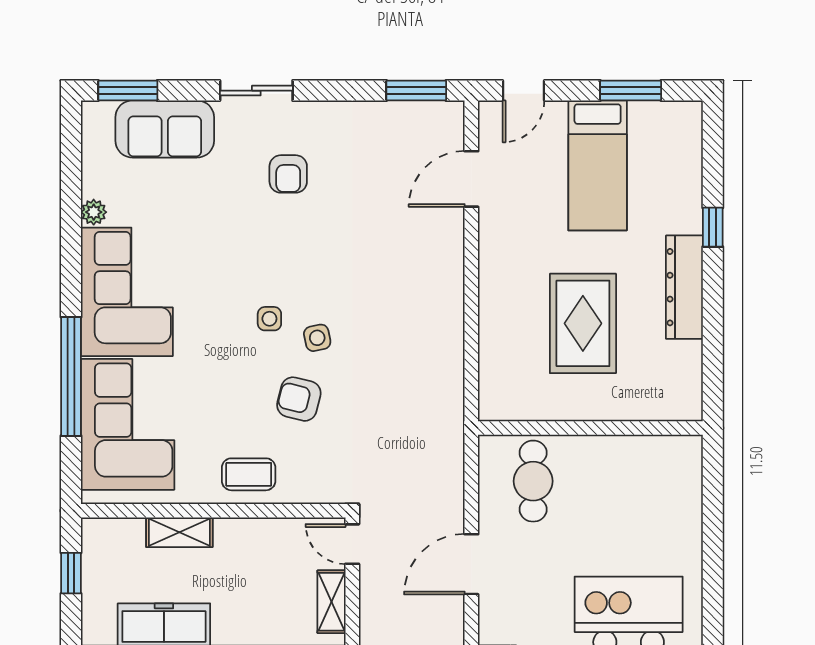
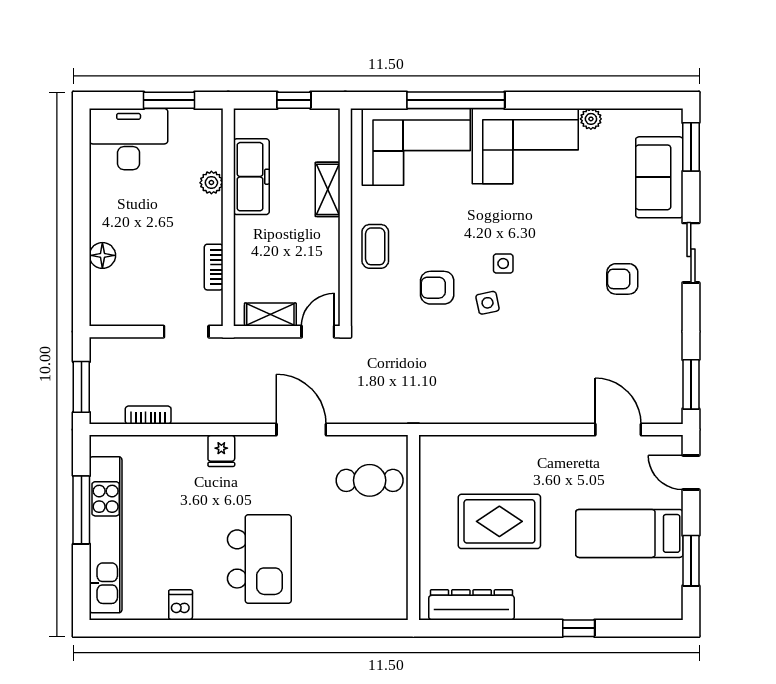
dresser: (684, 287) -> (471, 605), moved
armchair: (299, 399) -> (437, 288), turned -104

